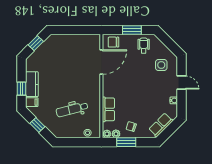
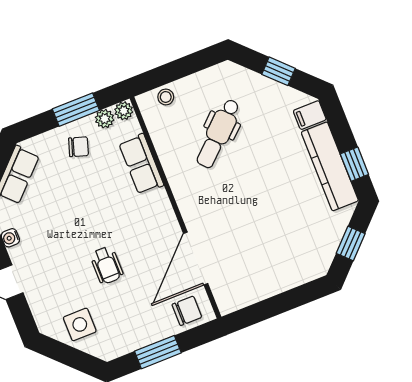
wheelchair: (144, 45) -> (107, 265), moved
side table: (161, 65) -> (80, 324), moved
kitchen counter: (32, 84) -> (330, 166), width x1.50
window: (21, 89) -> (354, 164), moved
dental chair: (72, 109) -> (218, 133), turned 151

